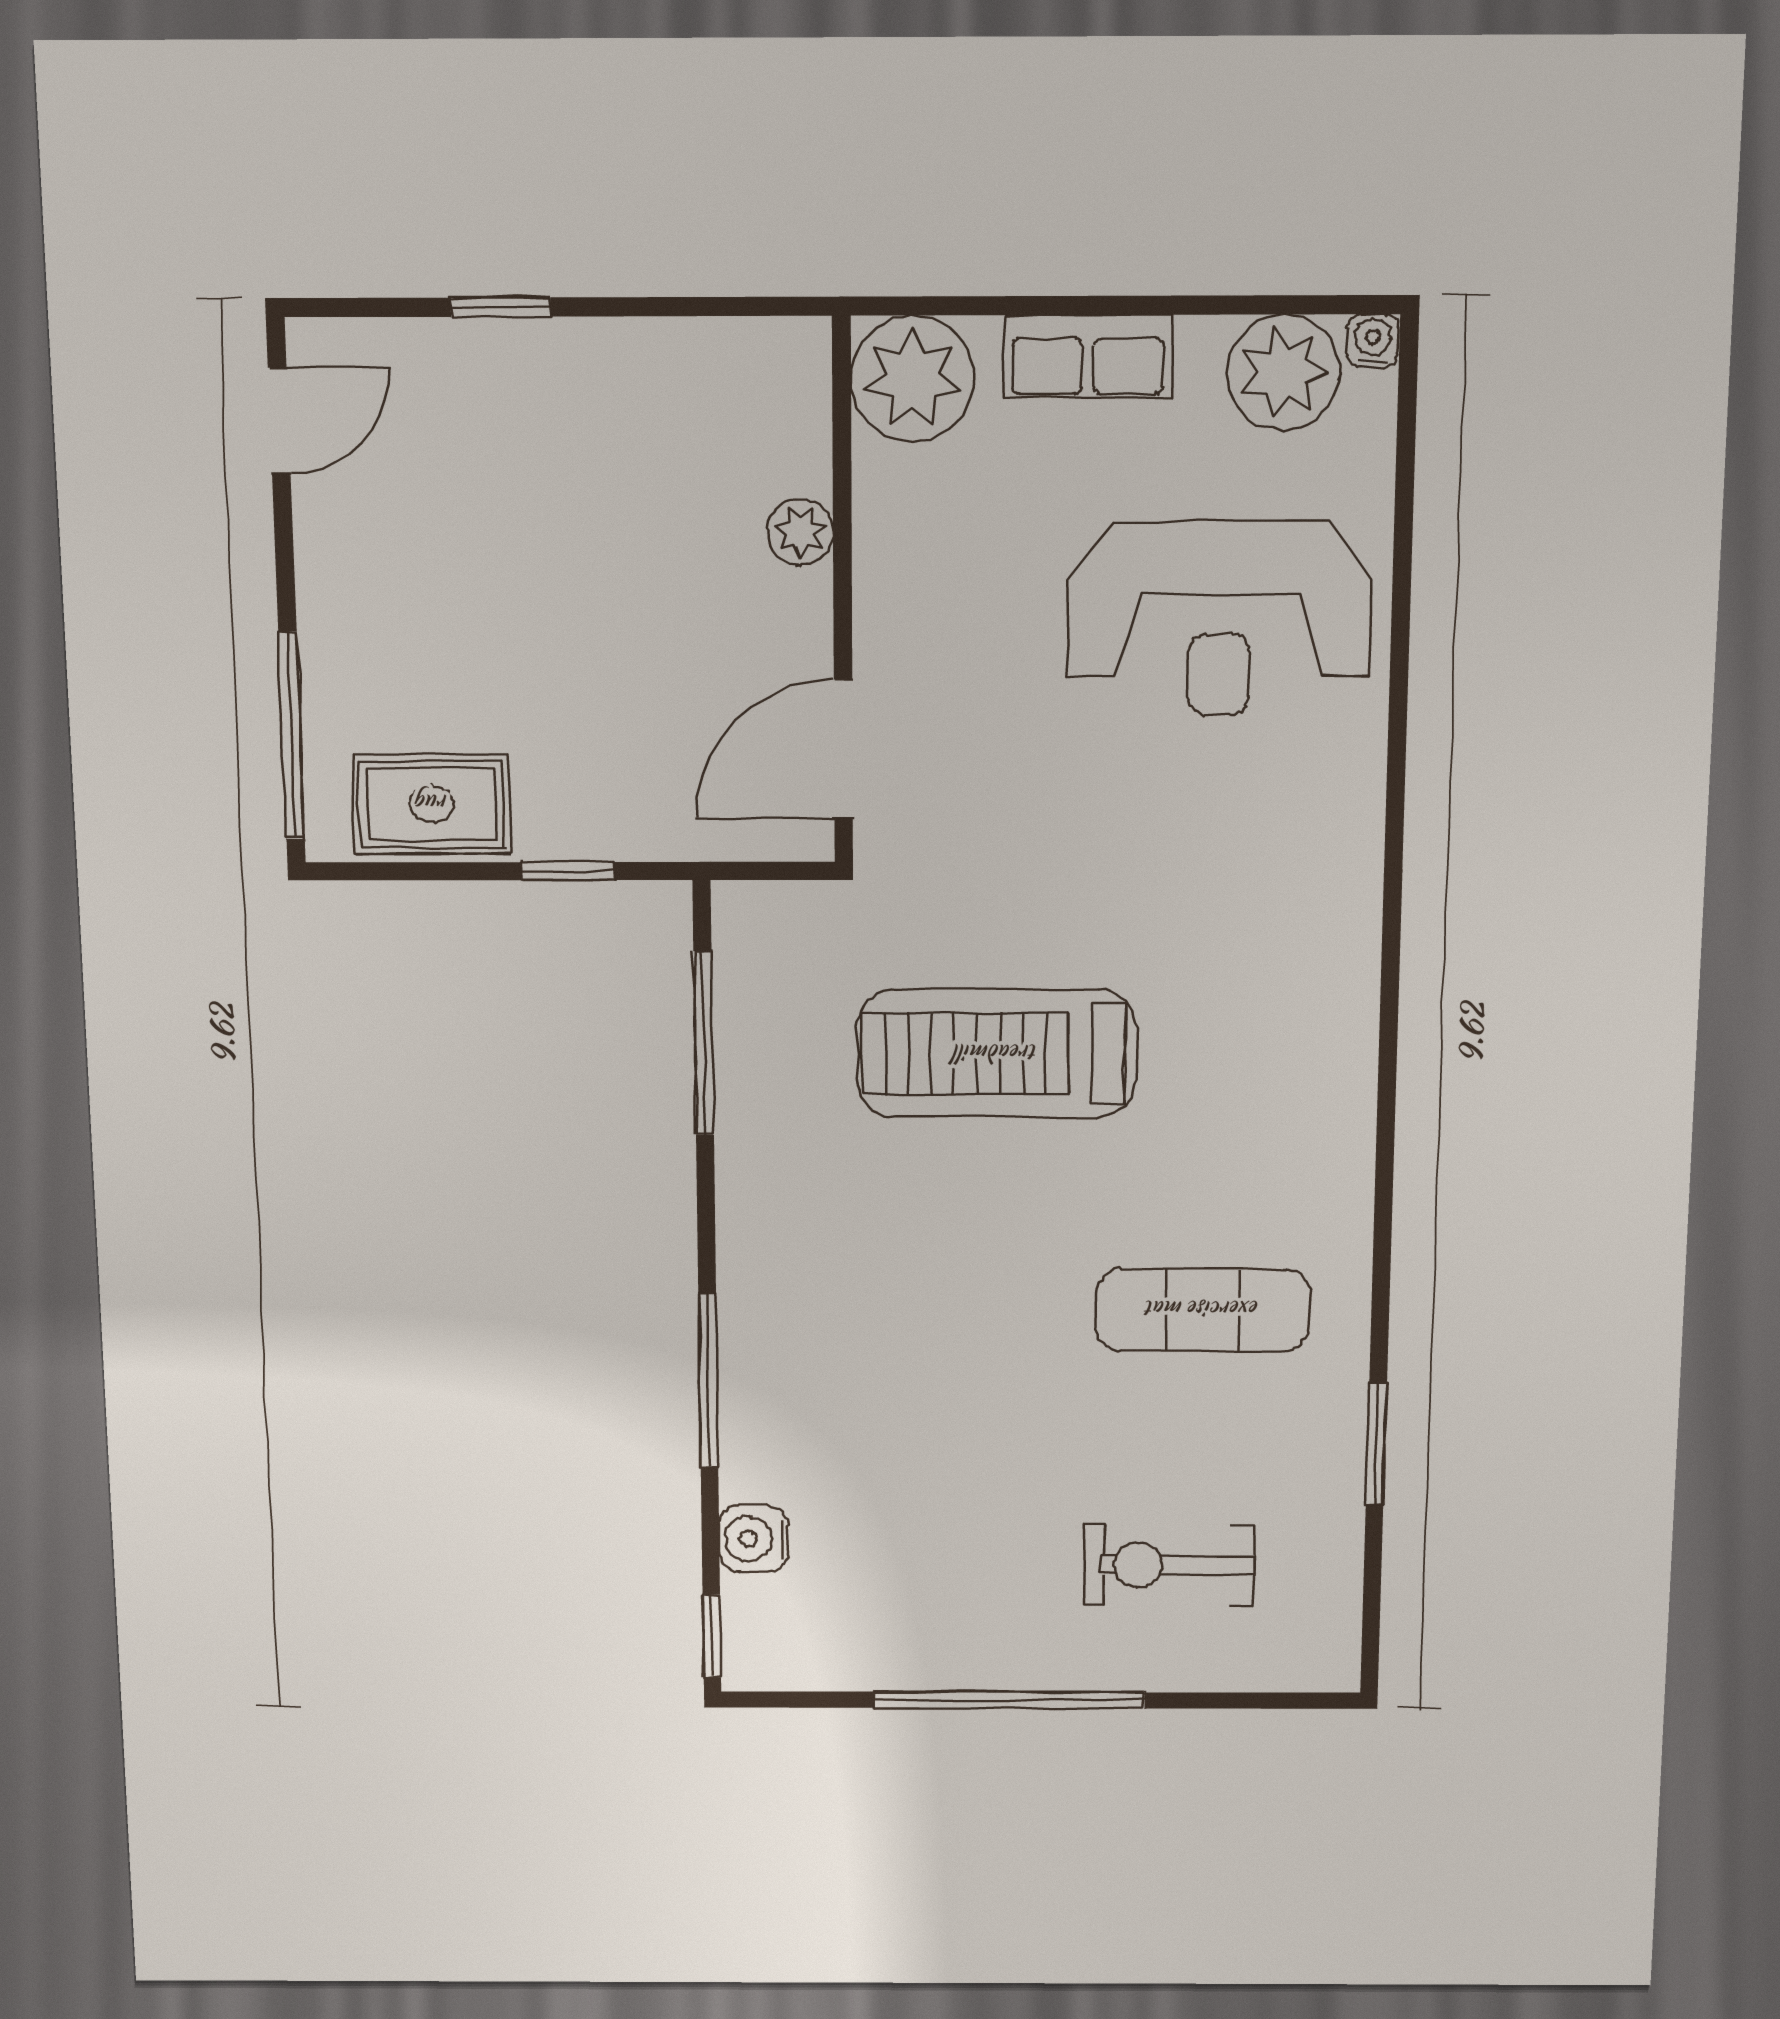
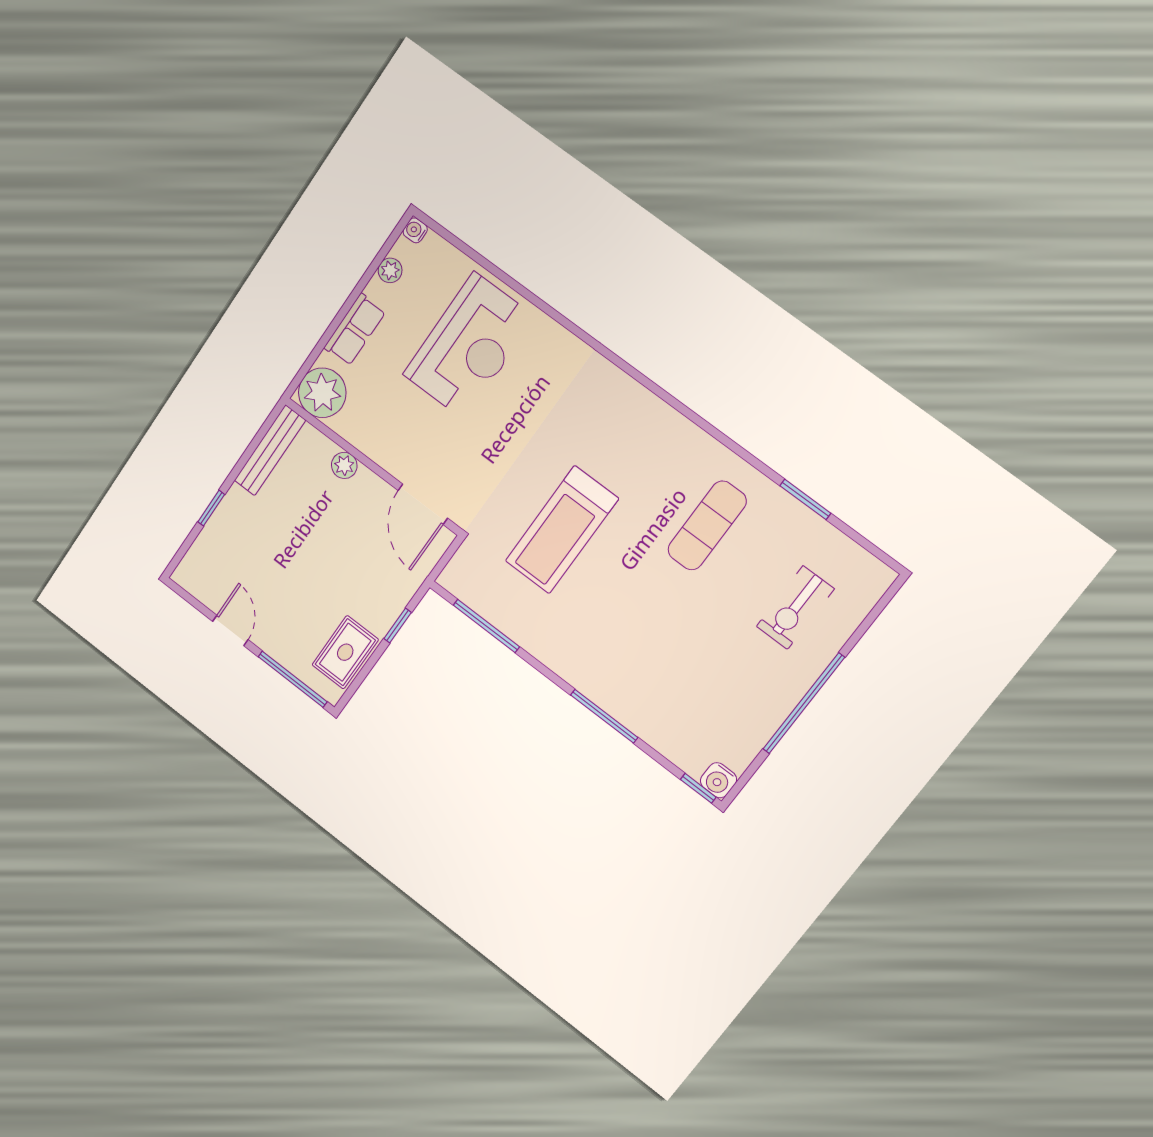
bench: (714, 350) -> (270, 450), added
plant: (1283, 372) -> (390, 270), width x0.53, depth x0.53
door: (279, 421) -> (230, 631), moved
water cooler: (754, 1539) -> (718, 780), moved

